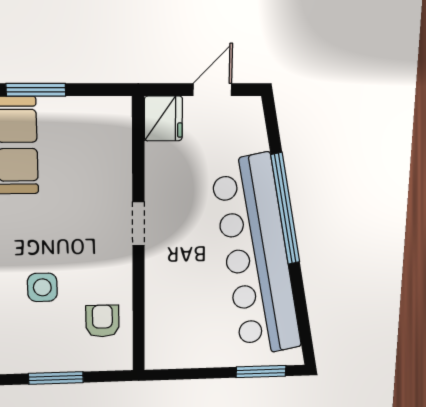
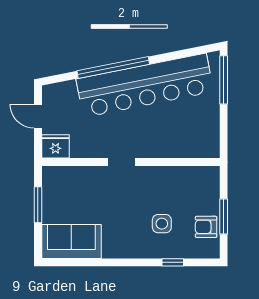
window: (36, 90) -> (38, 205), moved
armchair: (102, 321) -> (206, 227), moved
window: (261, 372) -> (224, 80), width x1.44

